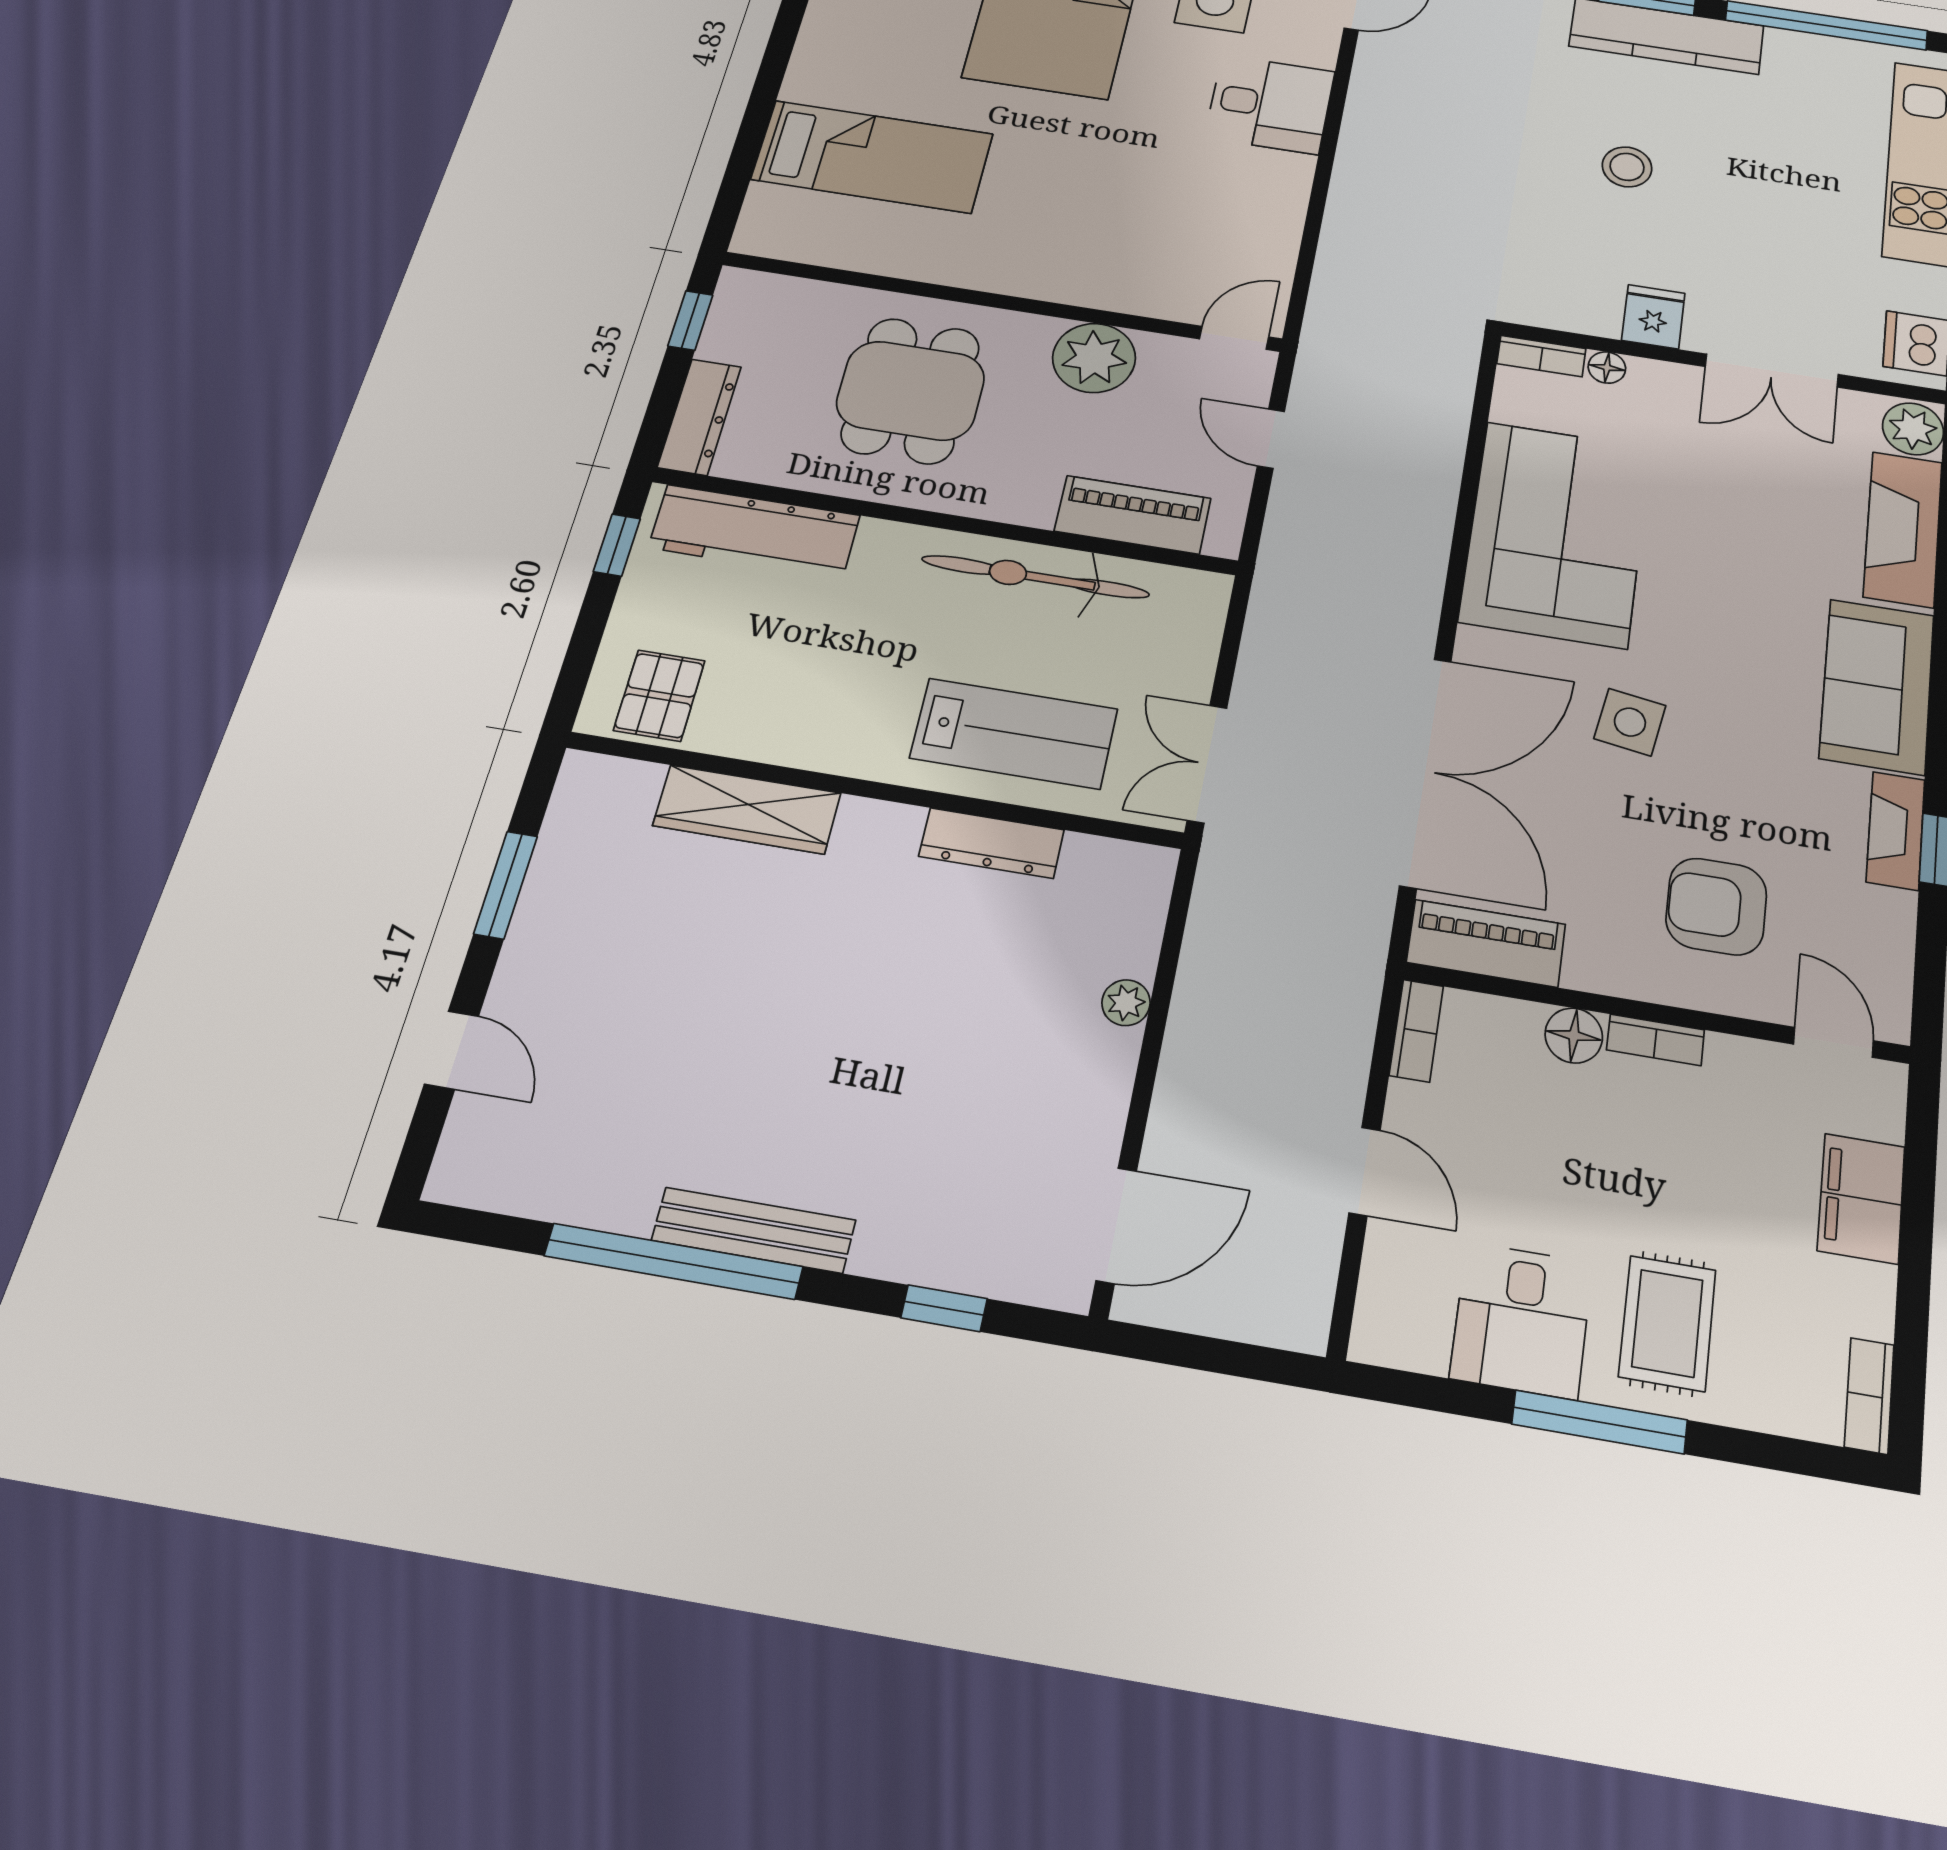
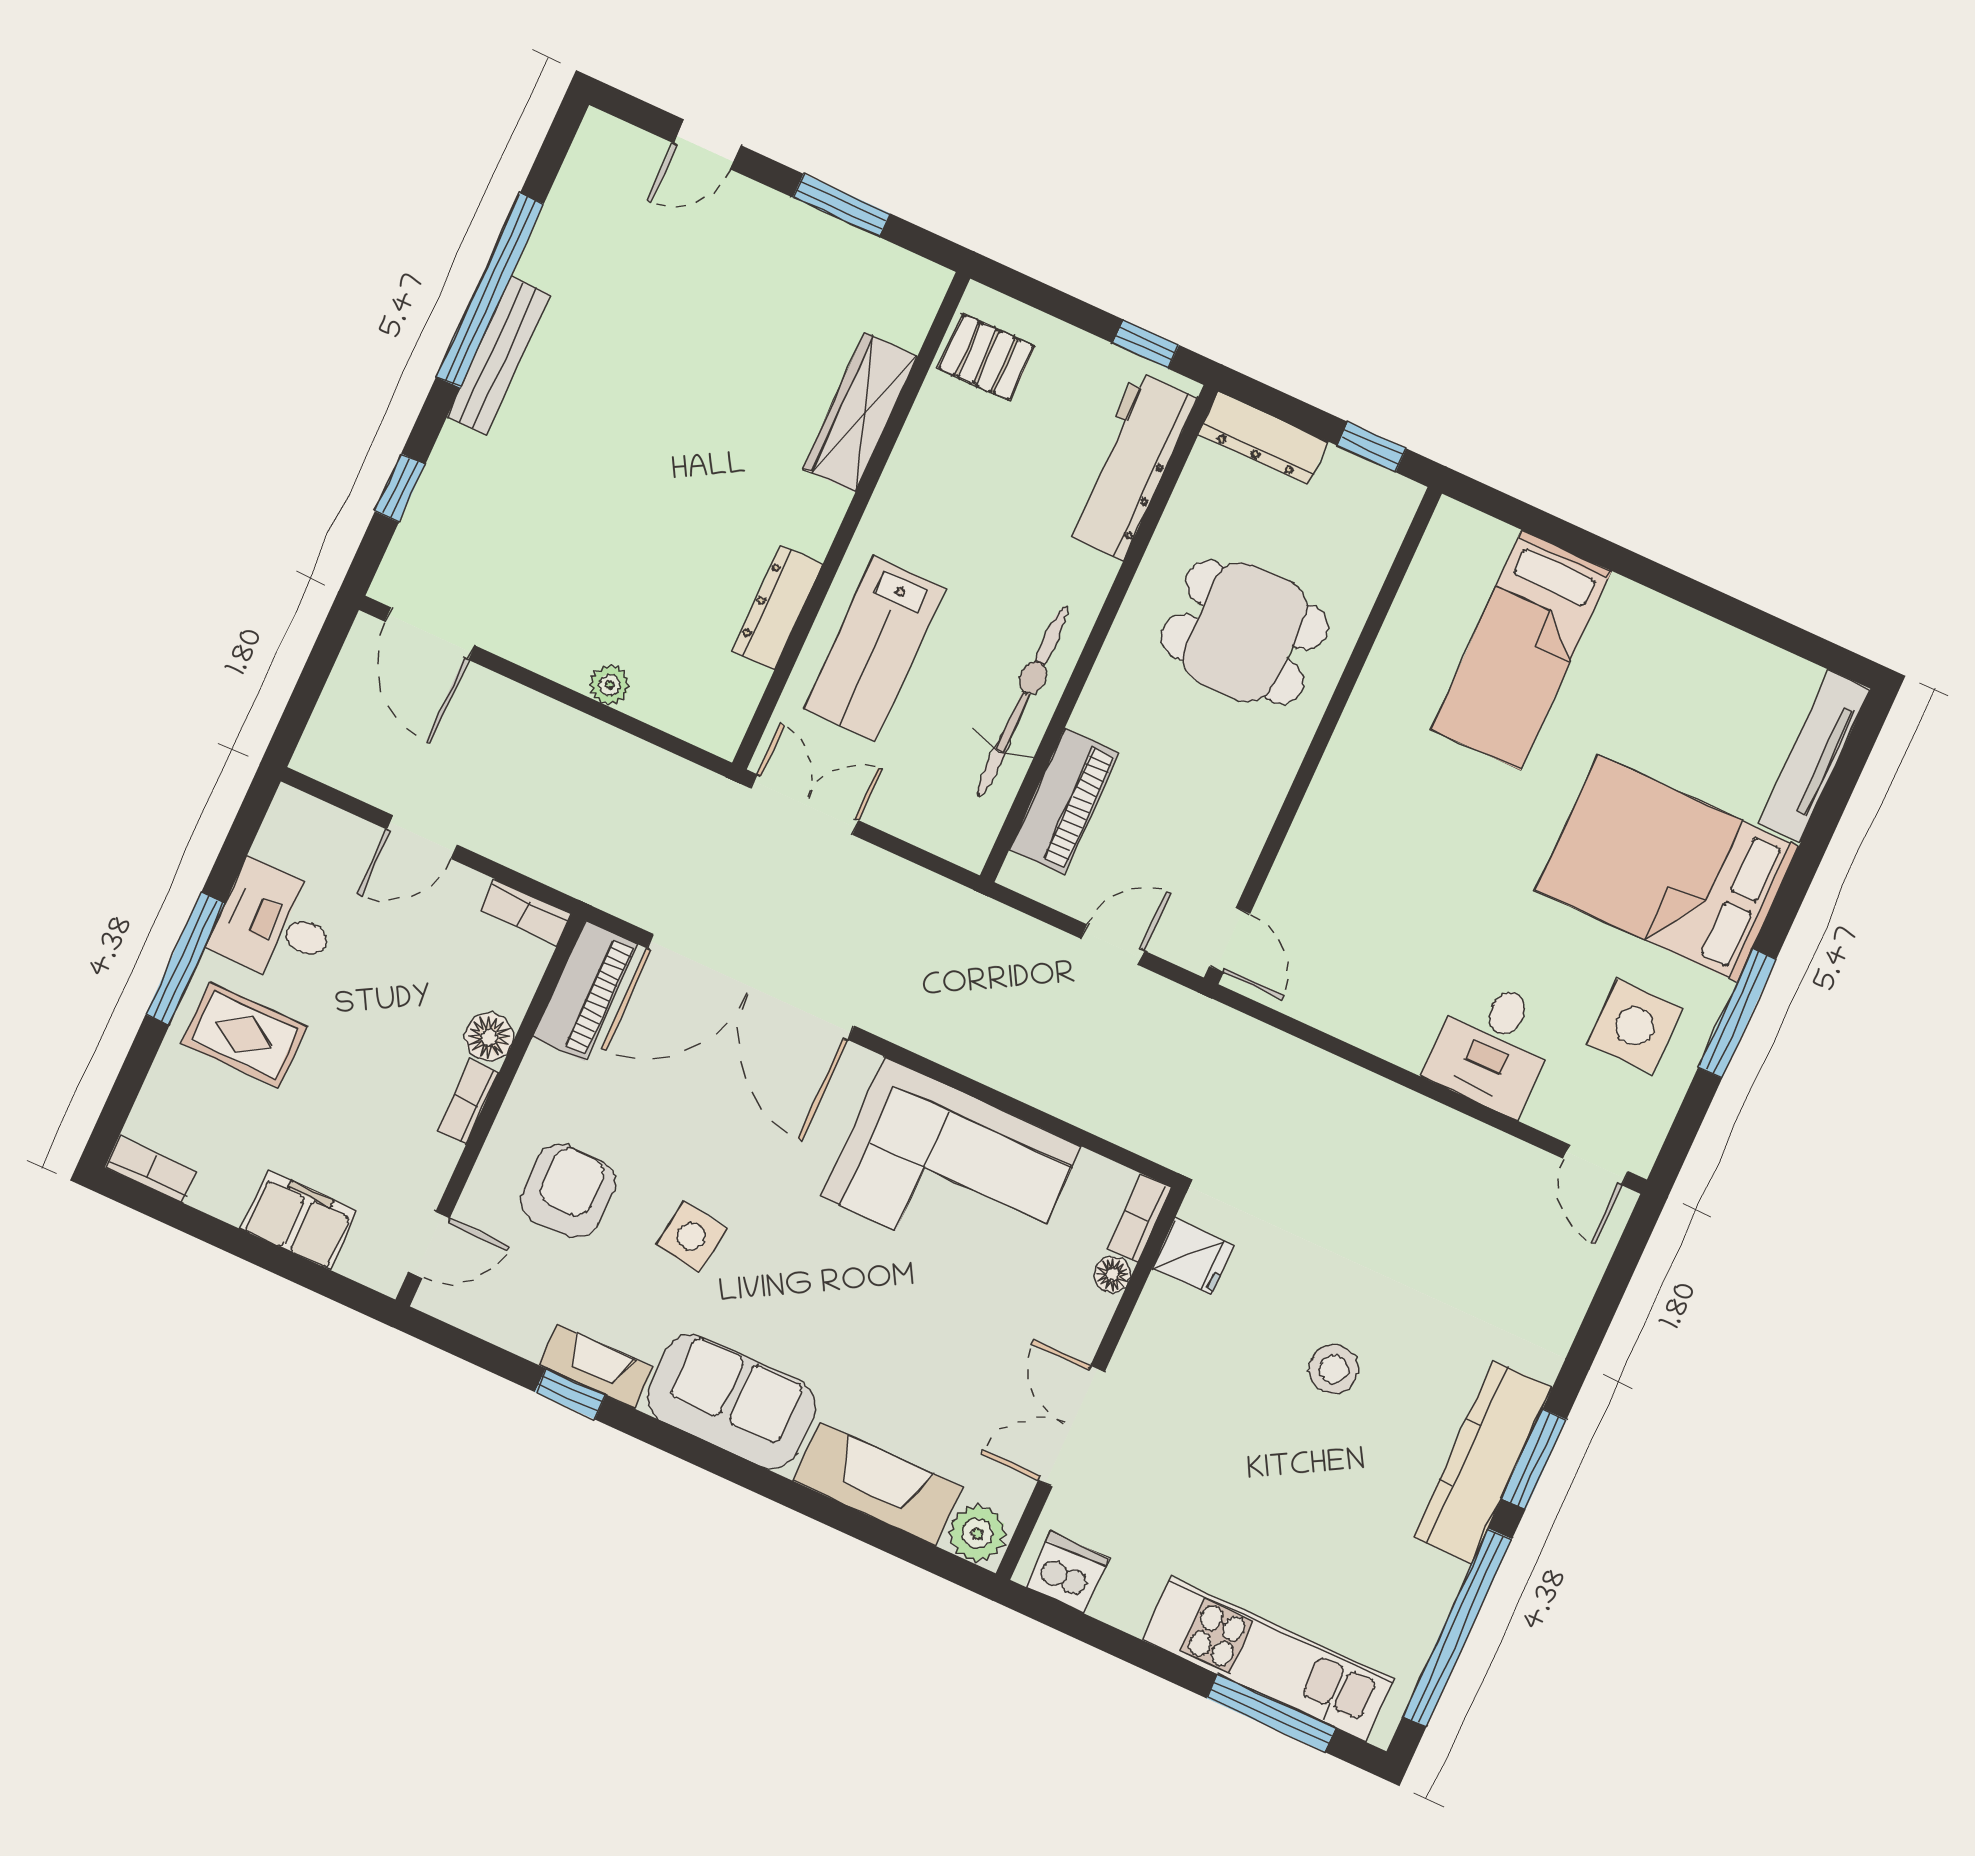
fridge: (1653, 317) -> (1193, 1257), moved
plant: (1094, 358) -> (1239, 806), removed
side table: (1630, 722) -> (691, 1237), moved

